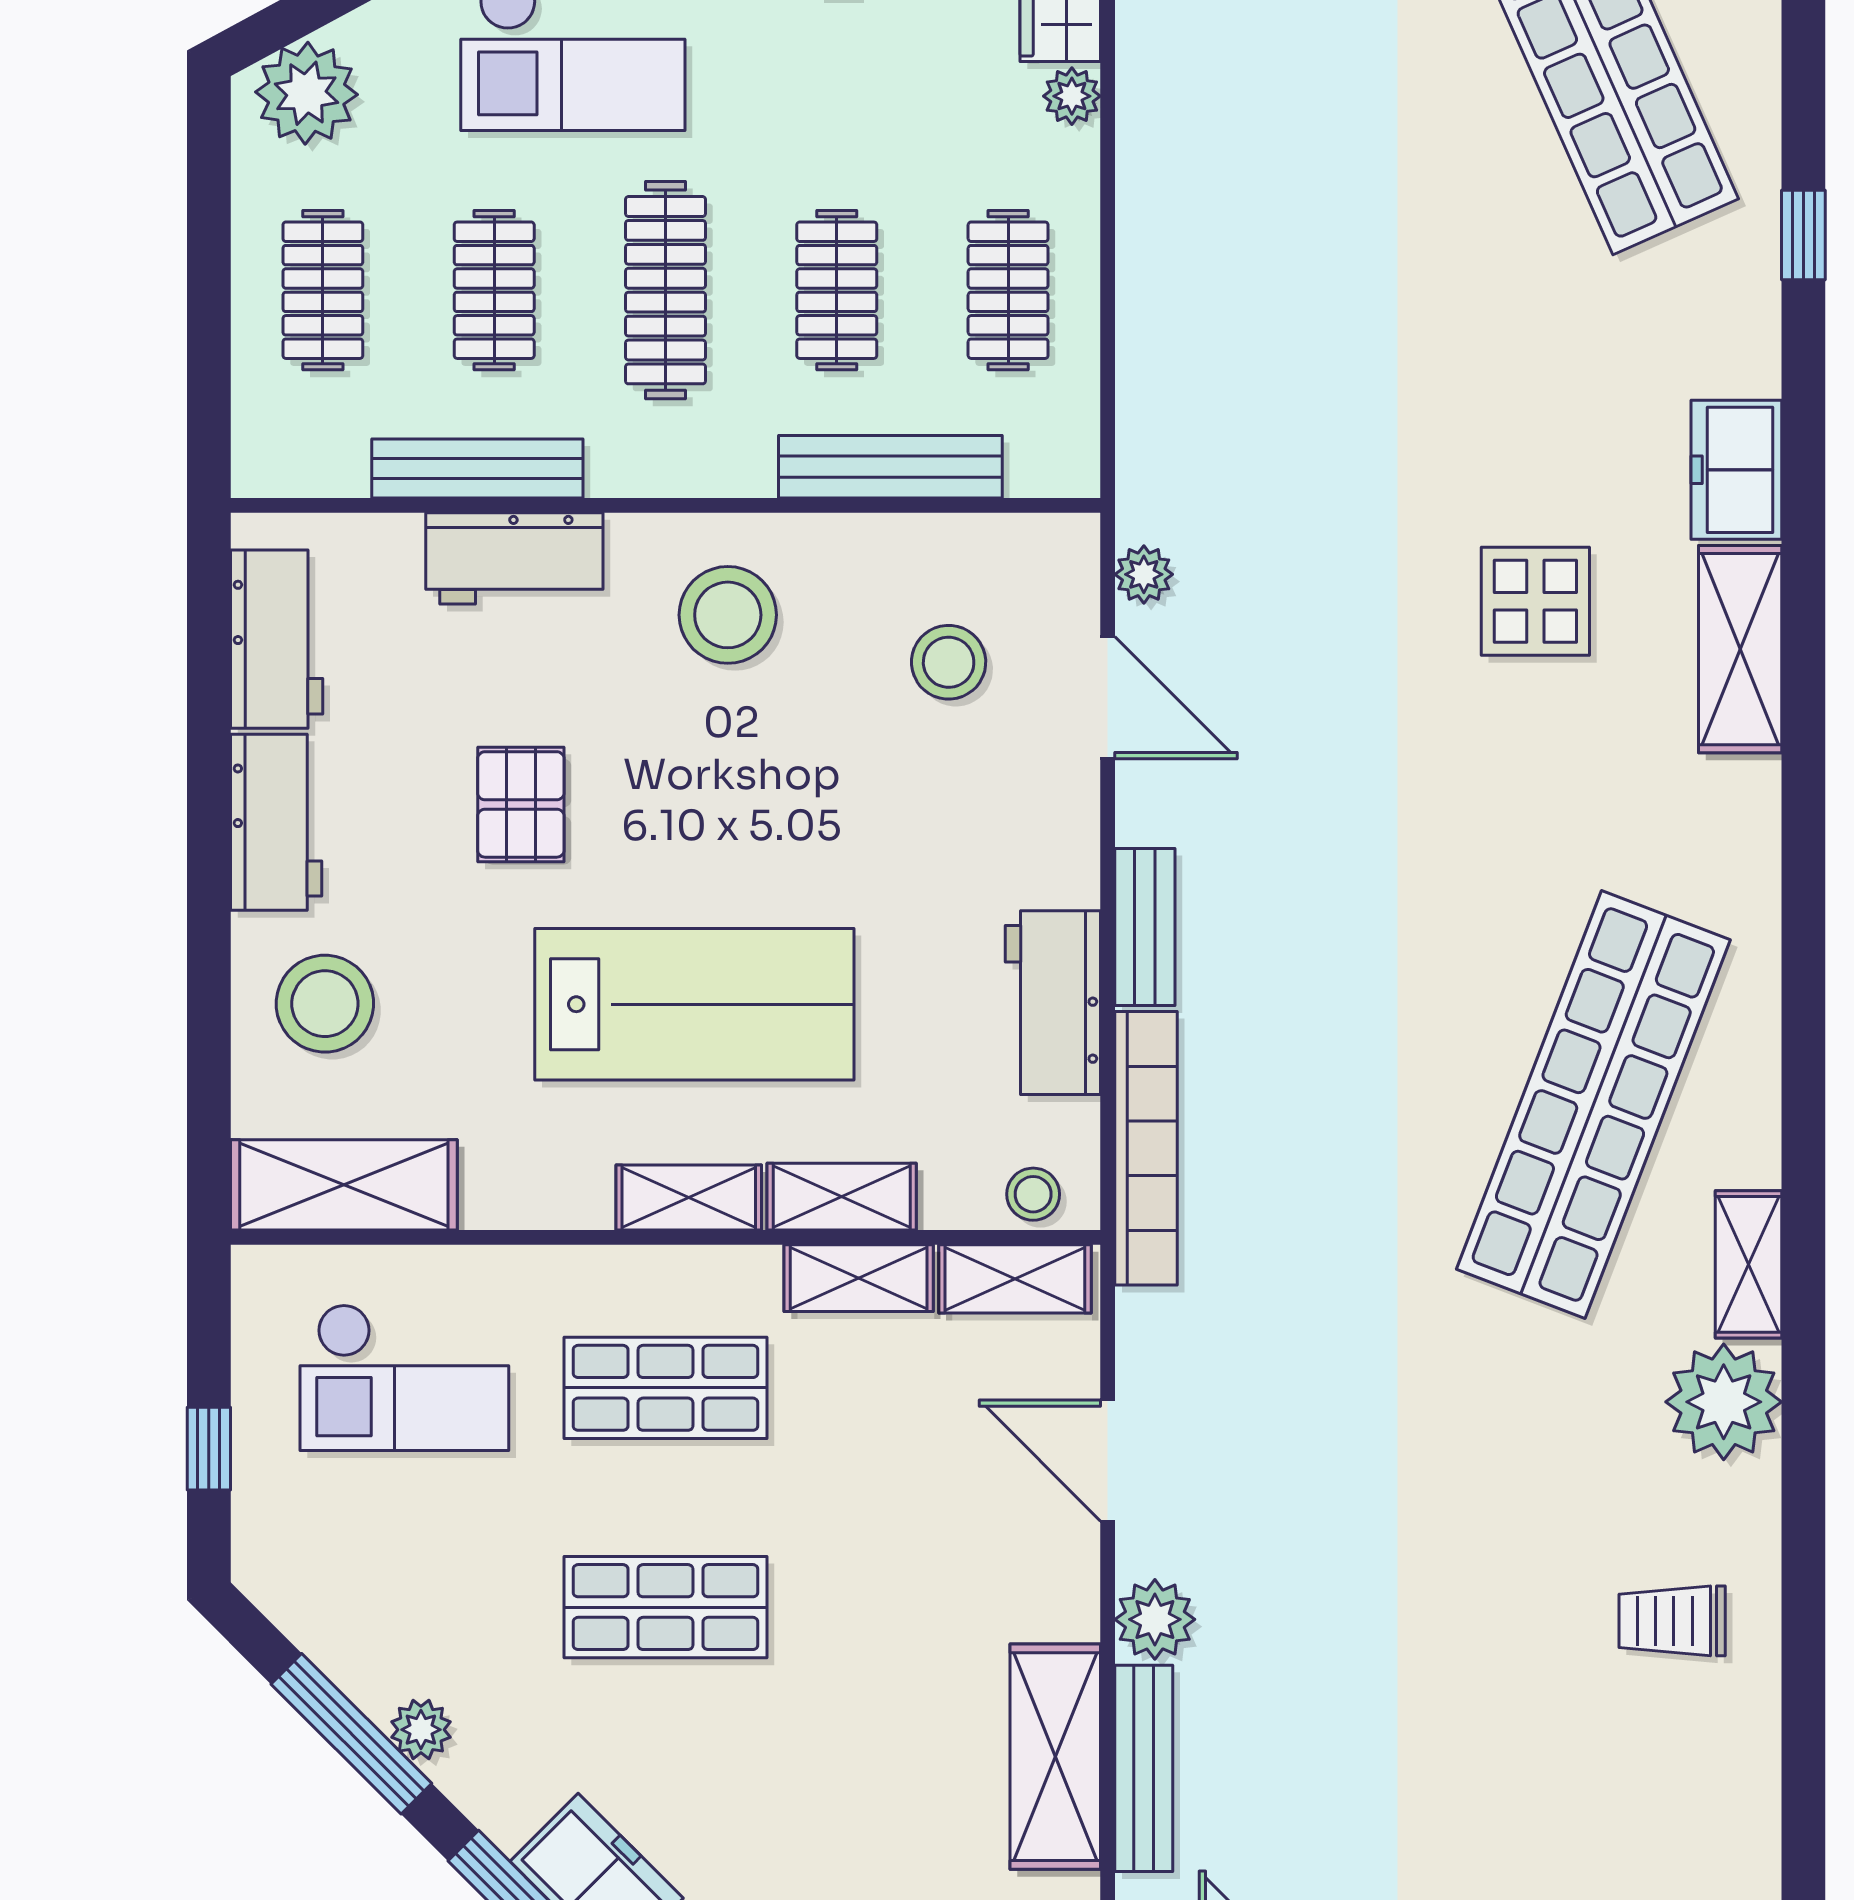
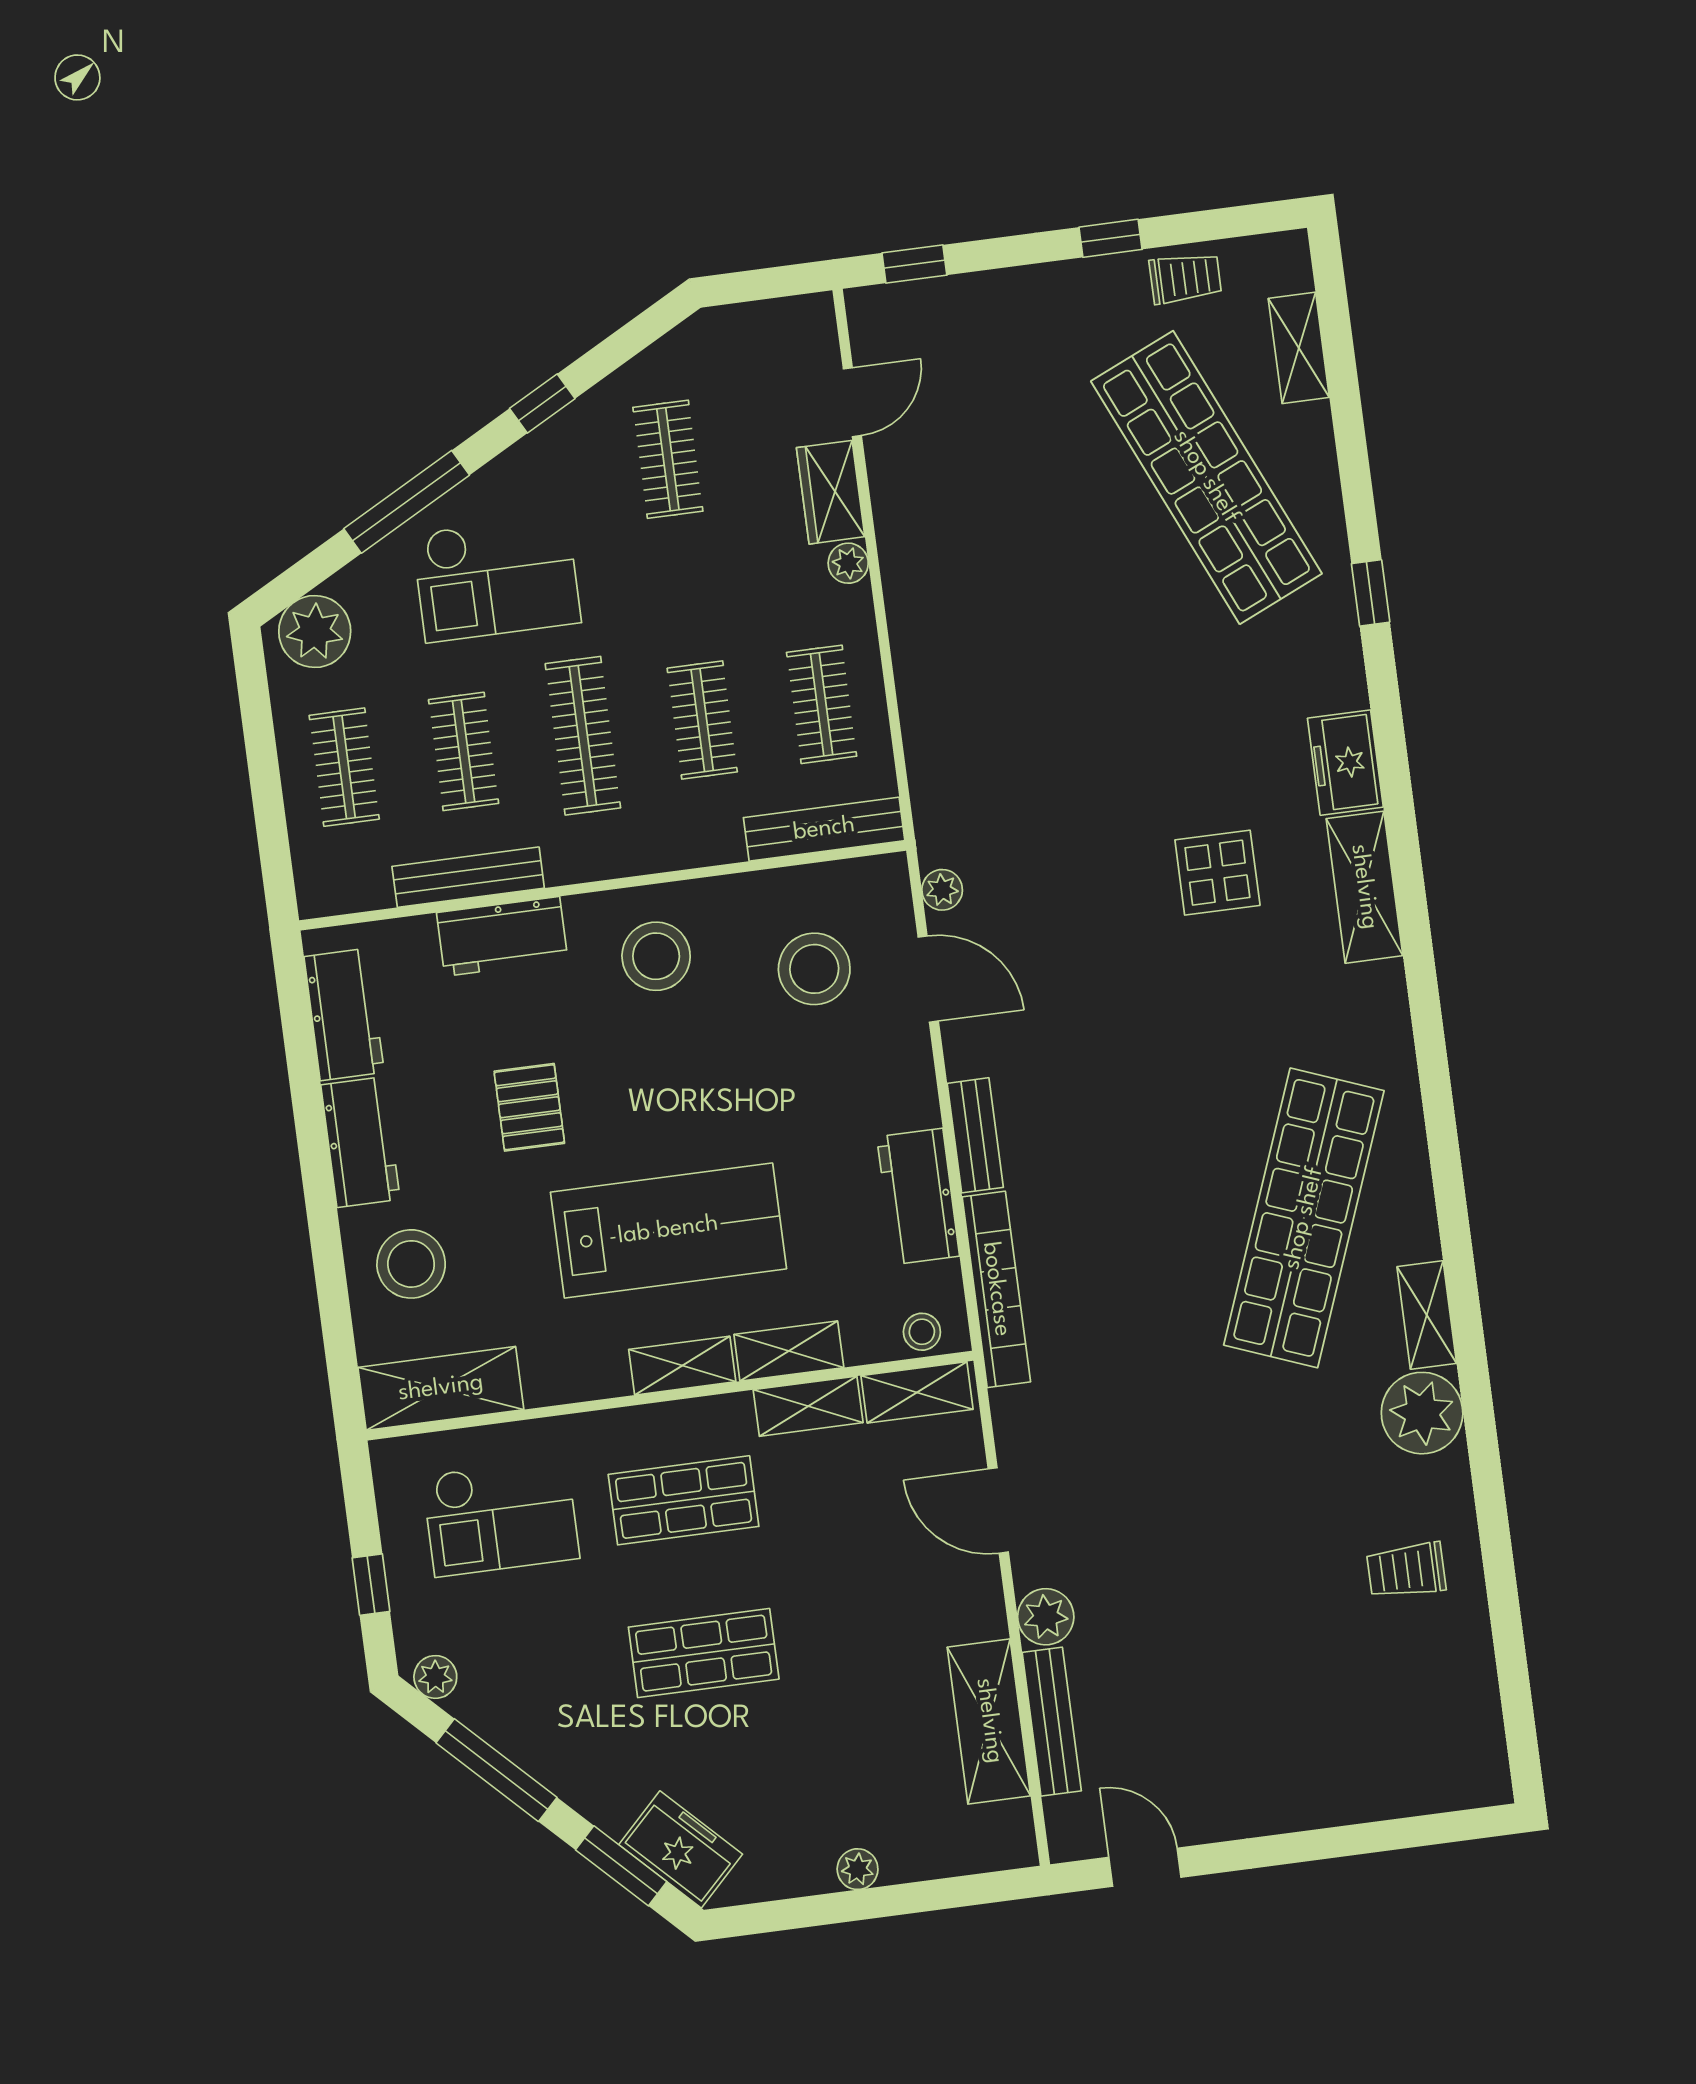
bench: (890, 467) -> (824, 829), moved
stool: (949, 662) -> (814, 969), width x1.38, depth x1.38
plant: (421, 1730) -> (435, 1677), moved

